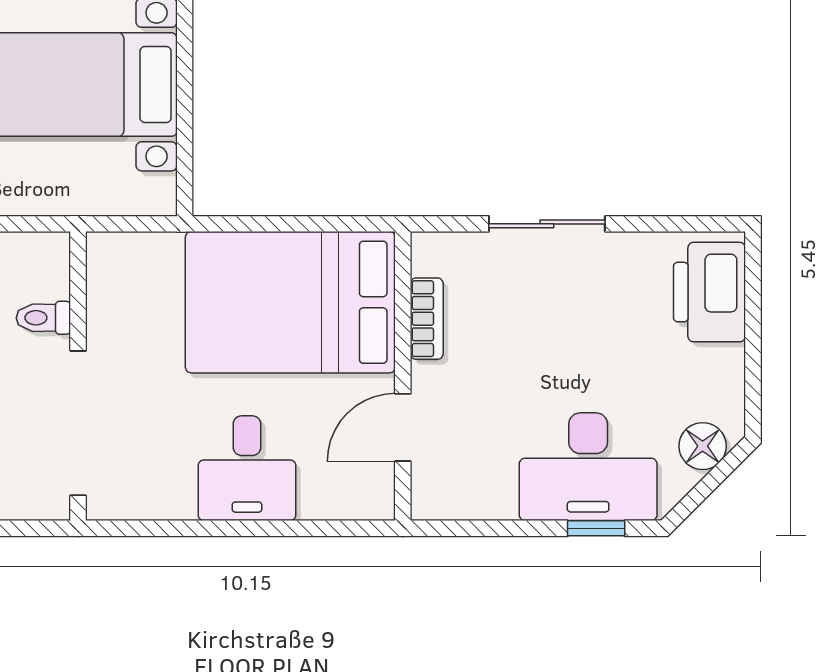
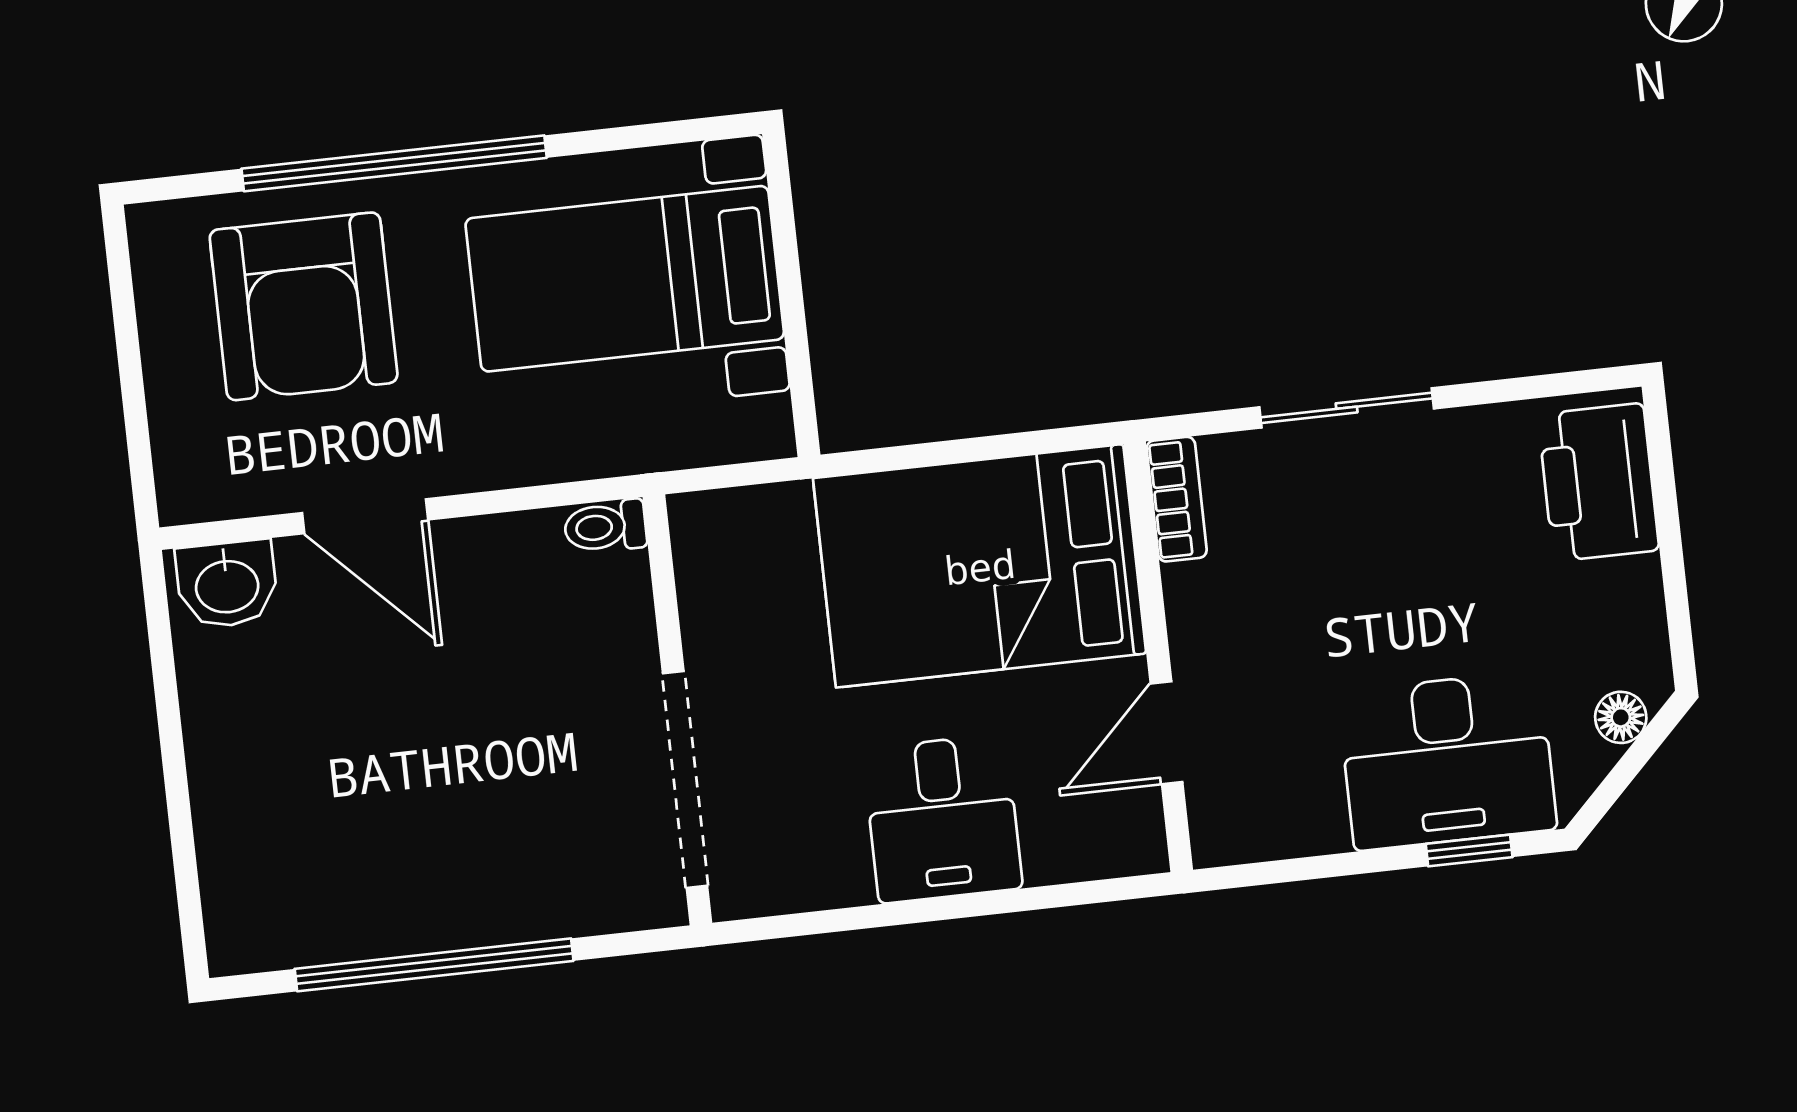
toilet: (43, 318) -> (605, 527), moved
bookcase: (427, 319) -> (1177, 499), moved
floor lamp: (703, 446) -> (1621, 717), width x0.73, depth x0.73

